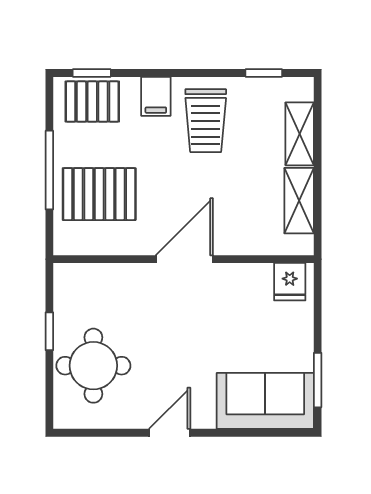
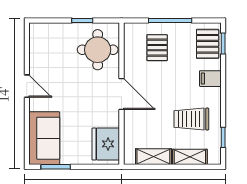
trolley: (206, 121) -> (191, 119), moved
pallet: (99, 194) -> (157, 48), width x0.67, depth x0.71
fridge: (290, 282) -> (106, 144), width x1.88, depth x1.34
round table: (93, 366) -> (98, 50), moved

